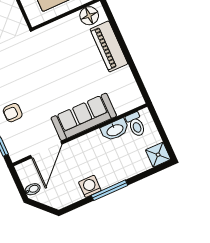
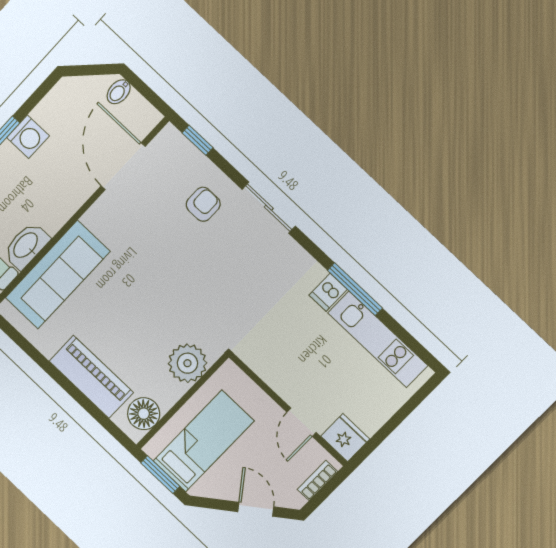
plant: (55, 33) -> (187, 363), added
sofa: (84, 117) -> (58, 275), moved

